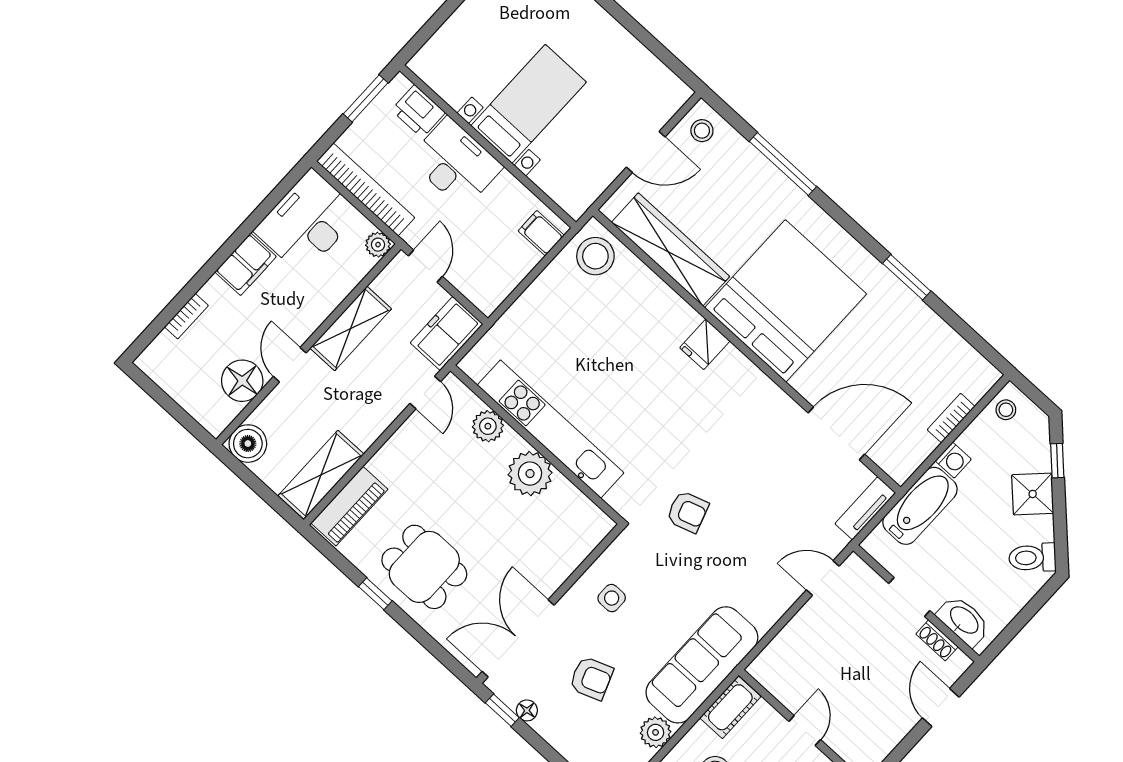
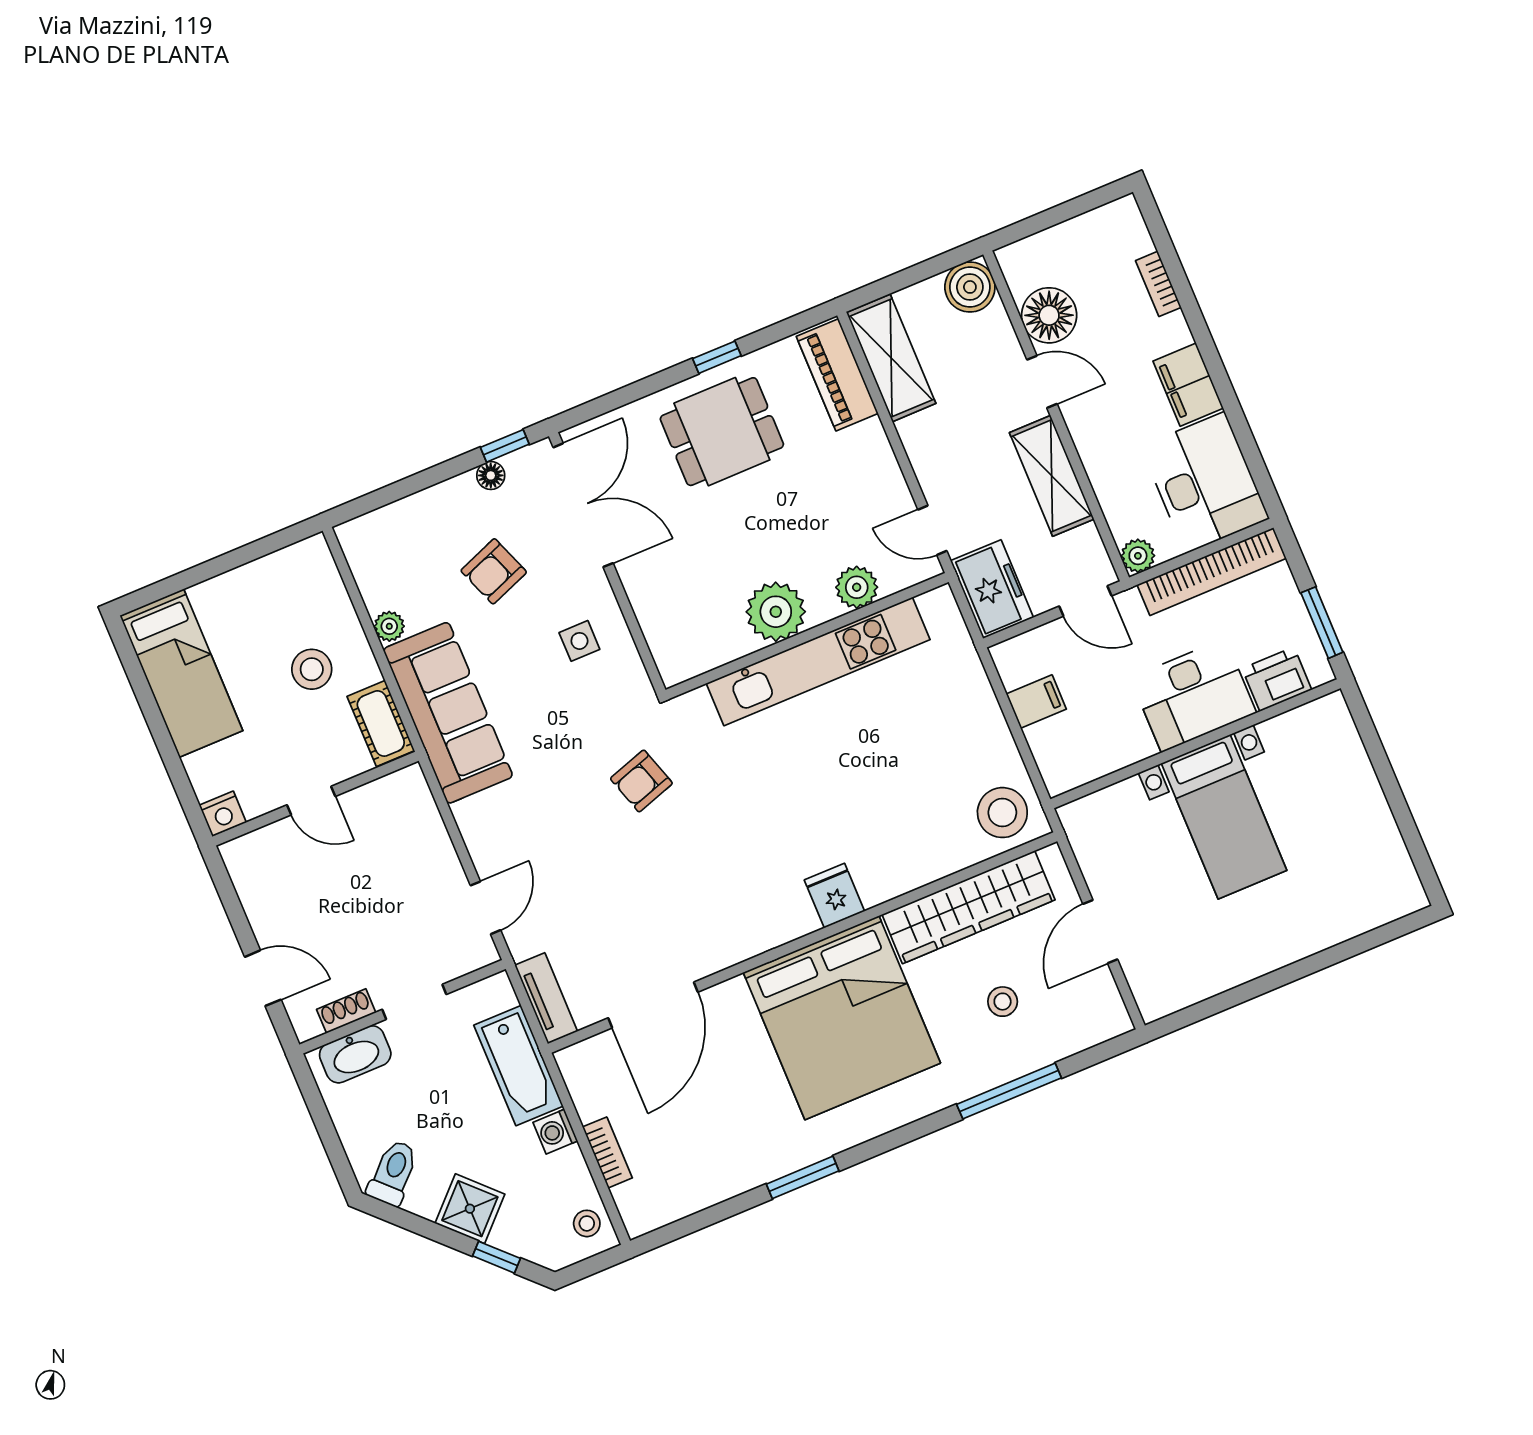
stool: (702, 131) -> (1003, 1002), moved
filing cabinet: (541, 233) -> (1036, 702), moved
plant: (656, 732) -> (389, 626), width x0.73, depth x0.73

